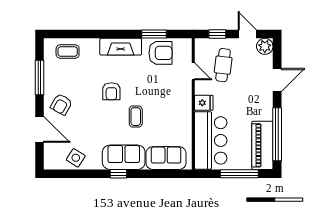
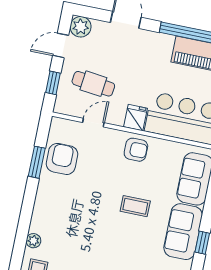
plant: (93, 44) -> (33, 241), added
fireplace: (121, 47) -> (44, 207), removed
armchair: (111, 91) -> (136, 150), moved

